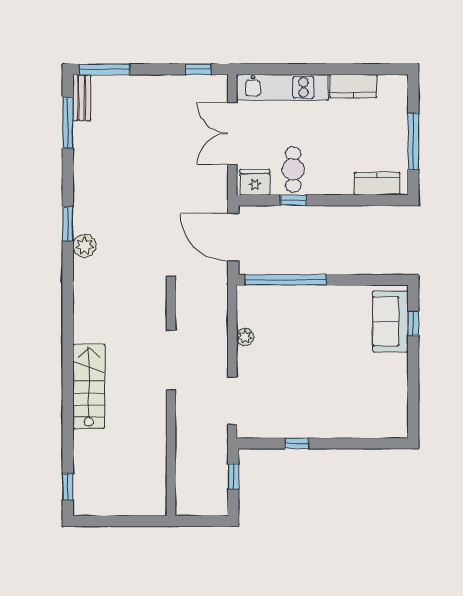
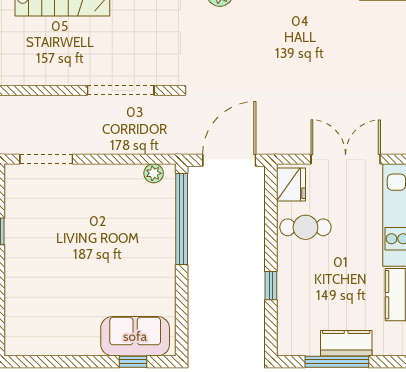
kitchen counter: (377, 184) -> (346, 343), moved, turned -90
window: (293, 200) -> (271, 286), moved
plant: (245, 337) -> (154, 173), moved
doorway: (171, 360) -> (121, 90), moved

